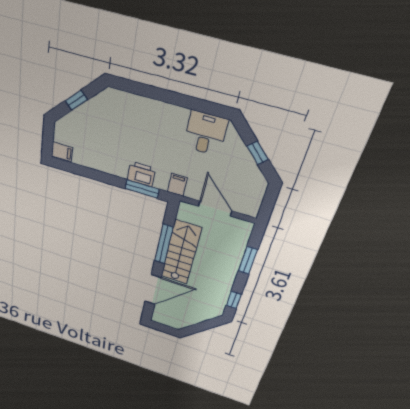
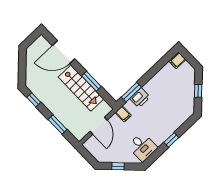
window: (168, 97) -> (171, 140), added
door: (215, 209) -> (99, 126), hinge flipped
window: (164, 244) -> (91, 81), width x0.69
door: (153, 290) -> (64, 52), hinge flipped

